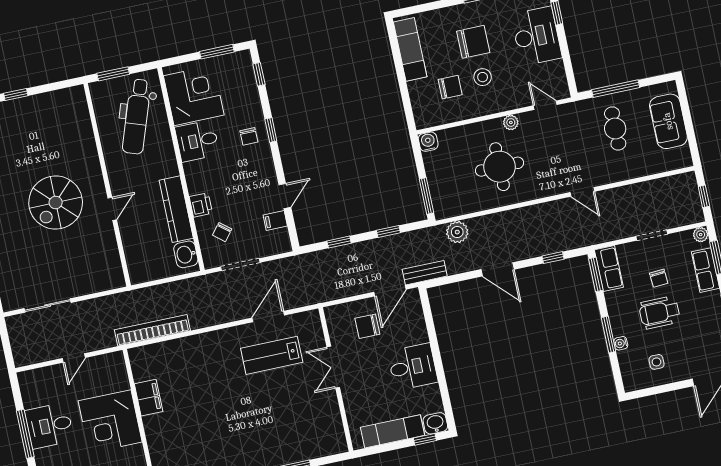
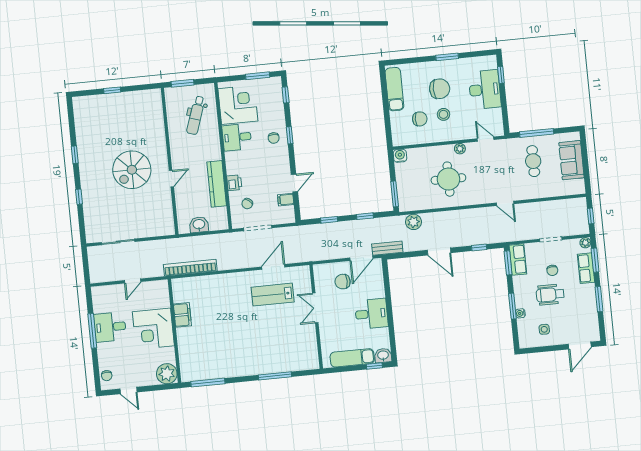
dental chair: (137, 117) -> (196, 115), width x0.73, depth x0.72
washbasin: (186, 254) -> (199, 225), moved, turned 90

